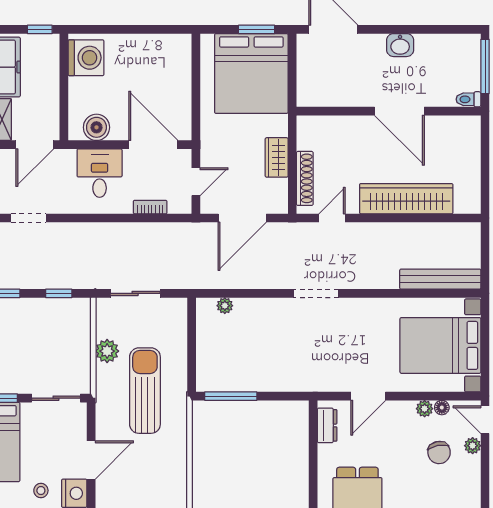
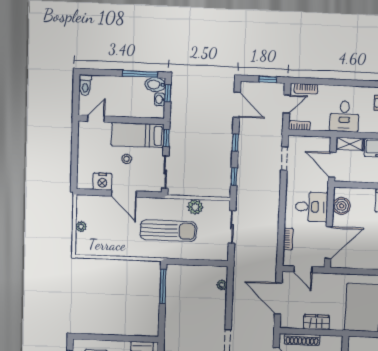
stool: (41, 491) -> (127, 159), moved

